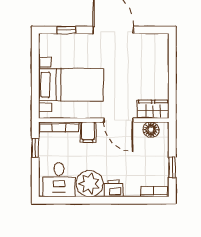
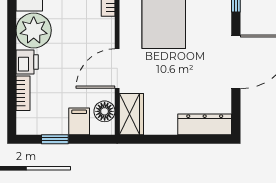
dresser: (161, 54) -> (205, 124), added
filing cabinet: (88, 132) -> (79, 121), moved, turned 90
bookcase: (154, 192) -> (23, 93), moved

